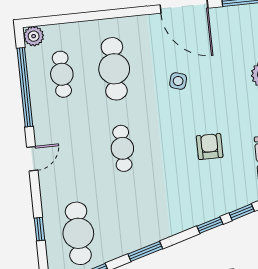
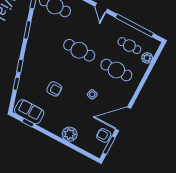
armchair: (231, 20) -> (104, 135), added
plant: (34, 36) -> (147, 58), moved
cafe table: (122, 148) -> (79, 50), width x1.37, depth x1.35

